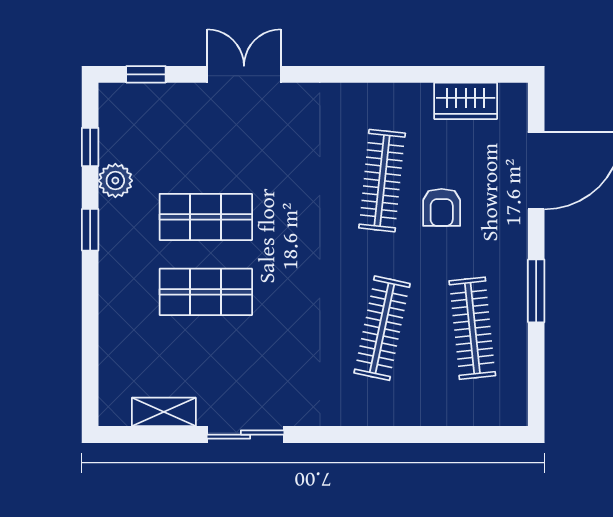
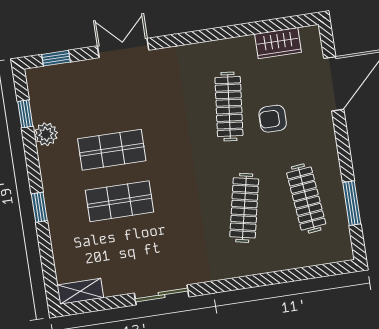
armchair: (442, 207) -> (273, 119), turned 90
window: (90, 230) -> (39, 207), moved
window: (536, 291) -> (352, 203), moved
shelving: (164, 412) -> (80, 291), moved

